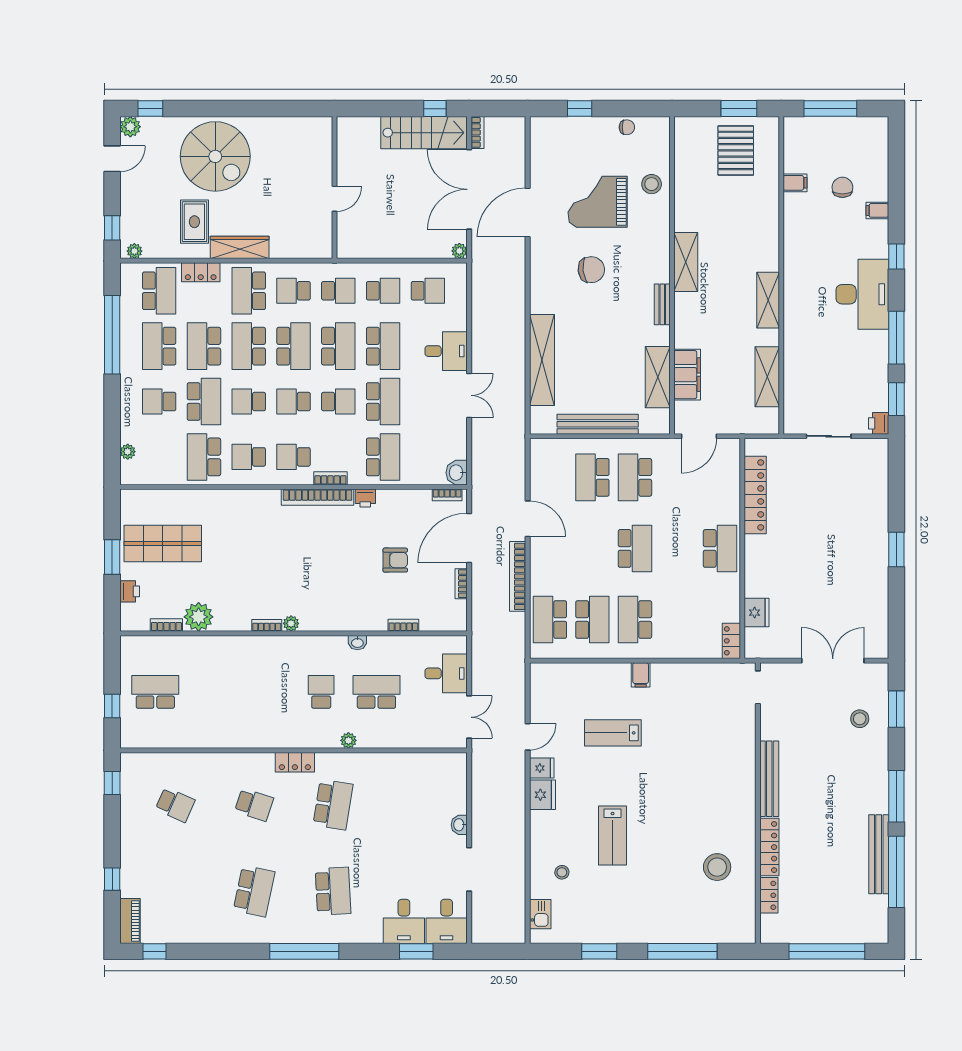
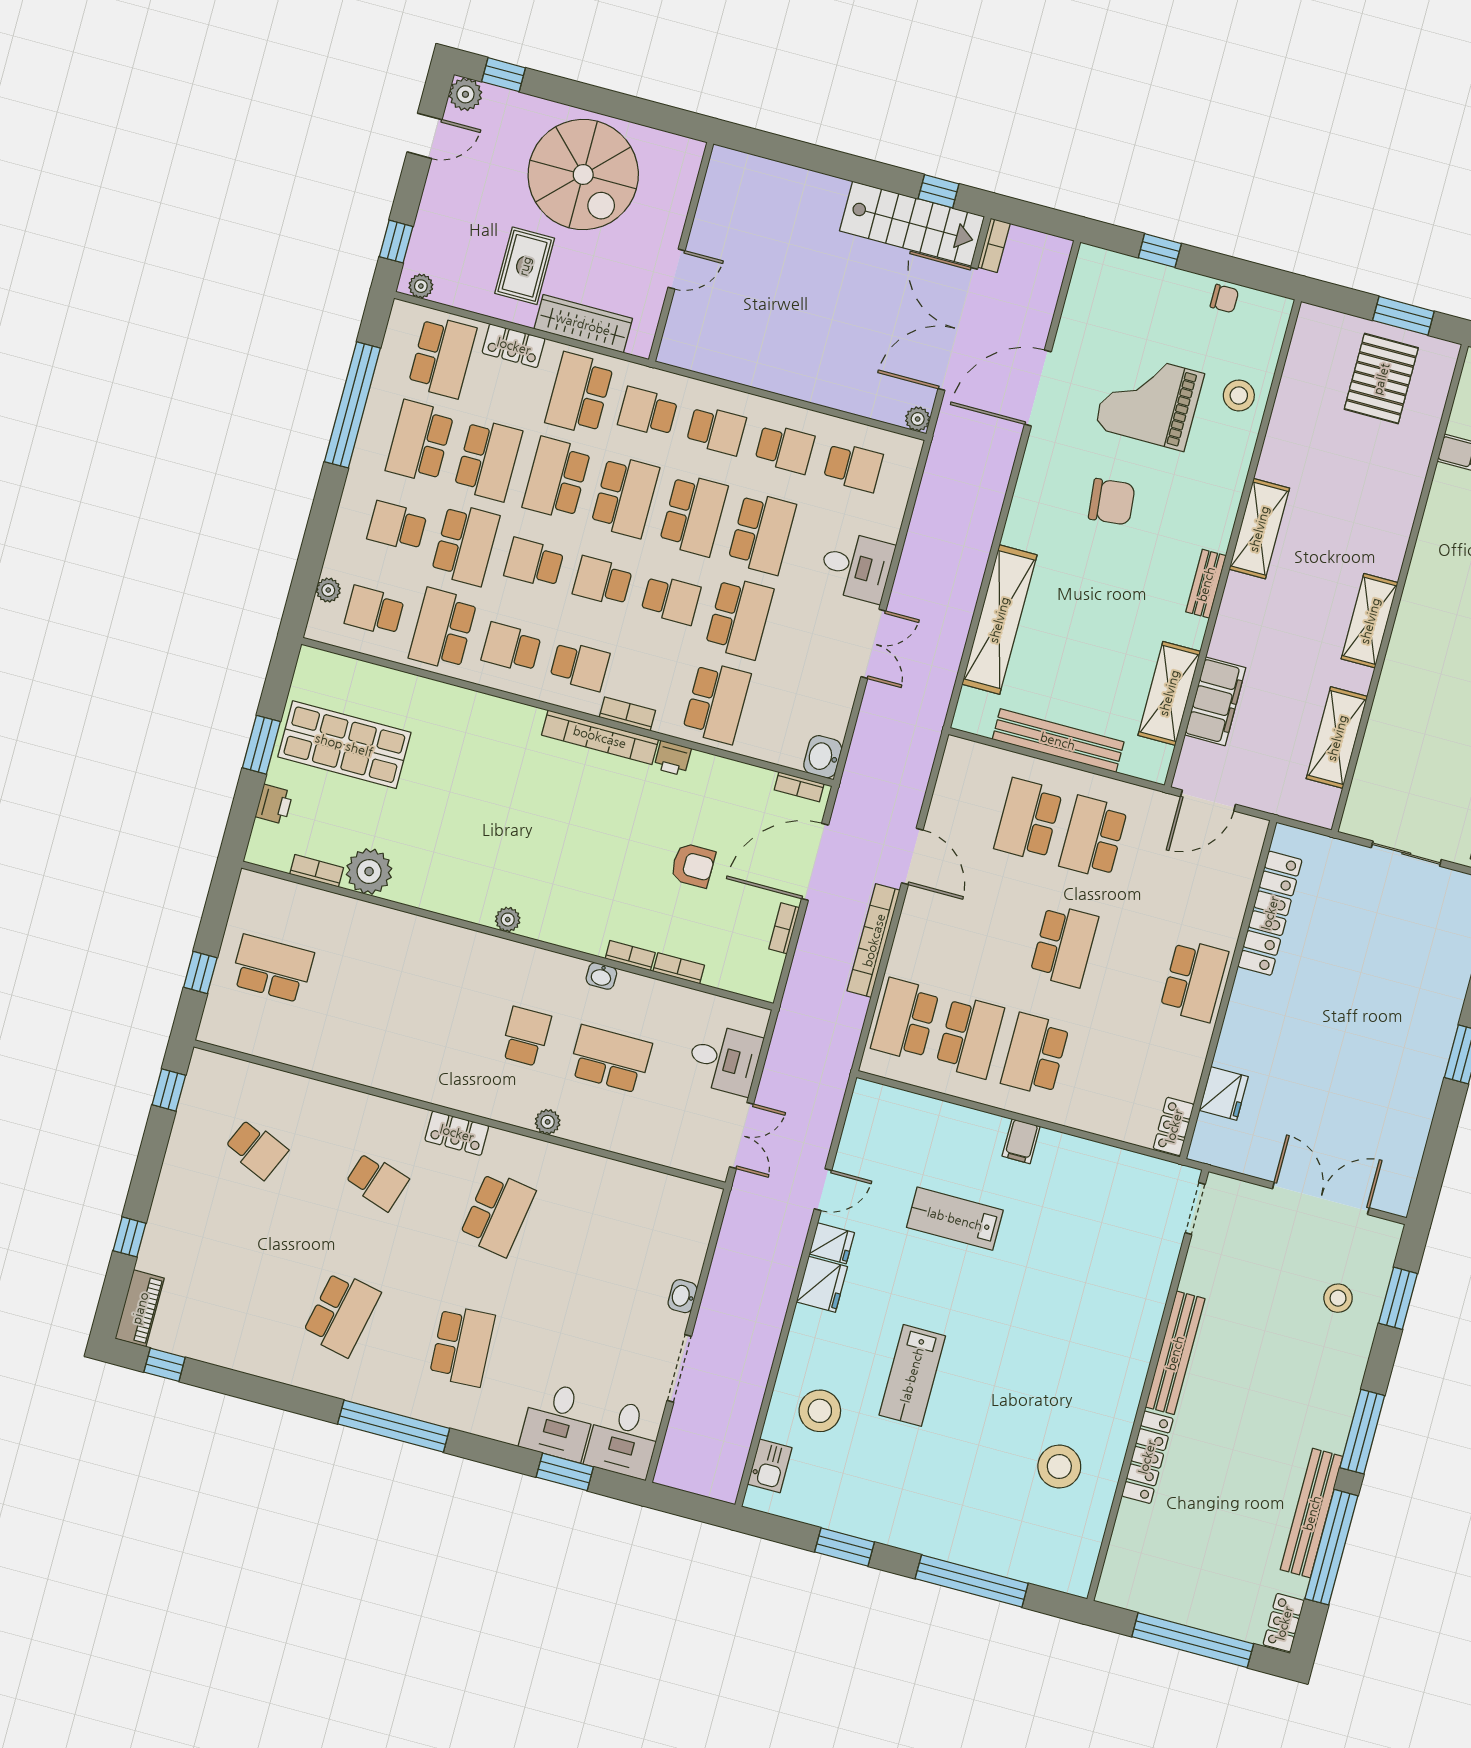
wall: (334, 188) -> (681, 252), moved
door: (334, 199) -> (676, 269), moved
school desk: (204, 346) -> (488, 460), turned 180
school desk: (159, 457) -> (374, 611), added
school desk: (294, 457) -> (580, 666), turned 180
bookcase: (267, 625) -> (630, 956), moved
stool: (562, 872) -> (820, 1411), width x1.89, depth x1.89
locker: (769, 895) -> (1284, 1623), moved, turned 180

